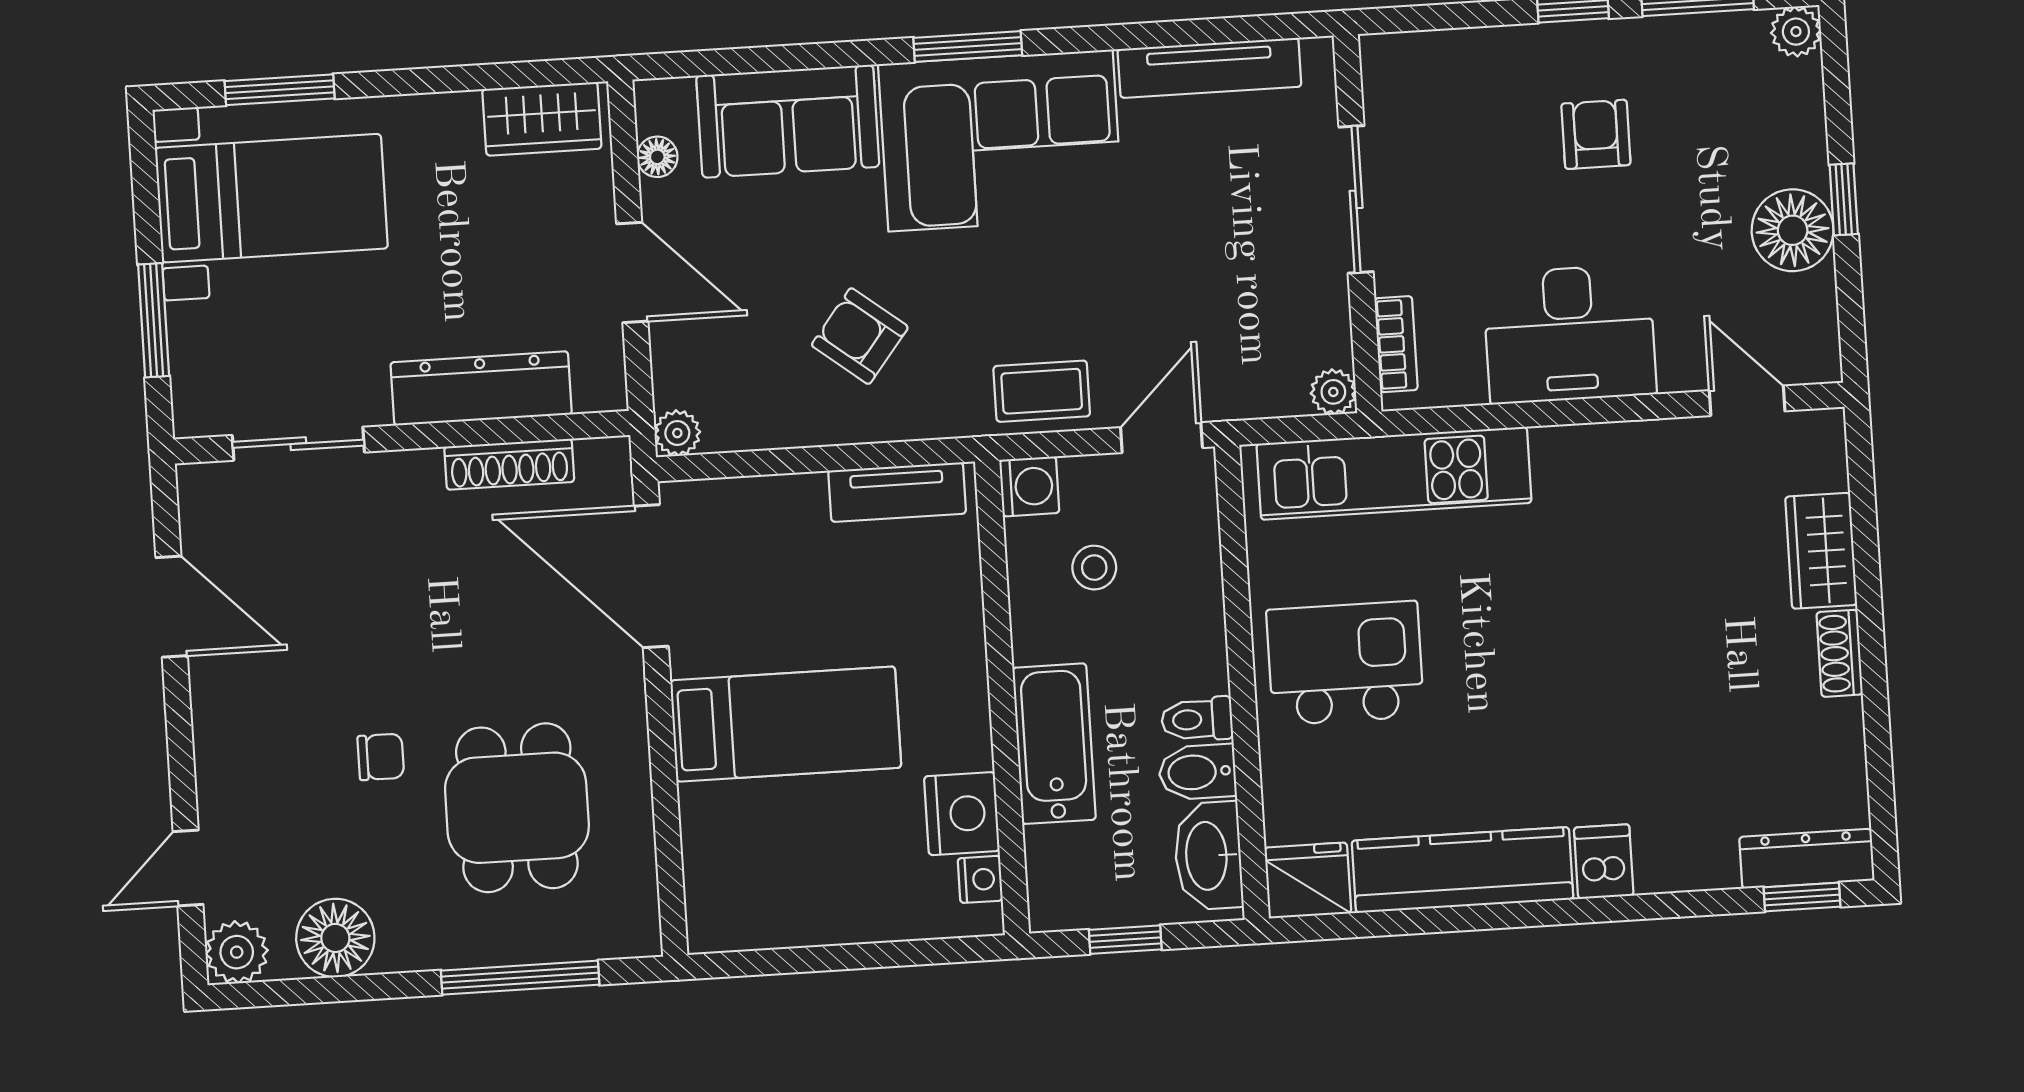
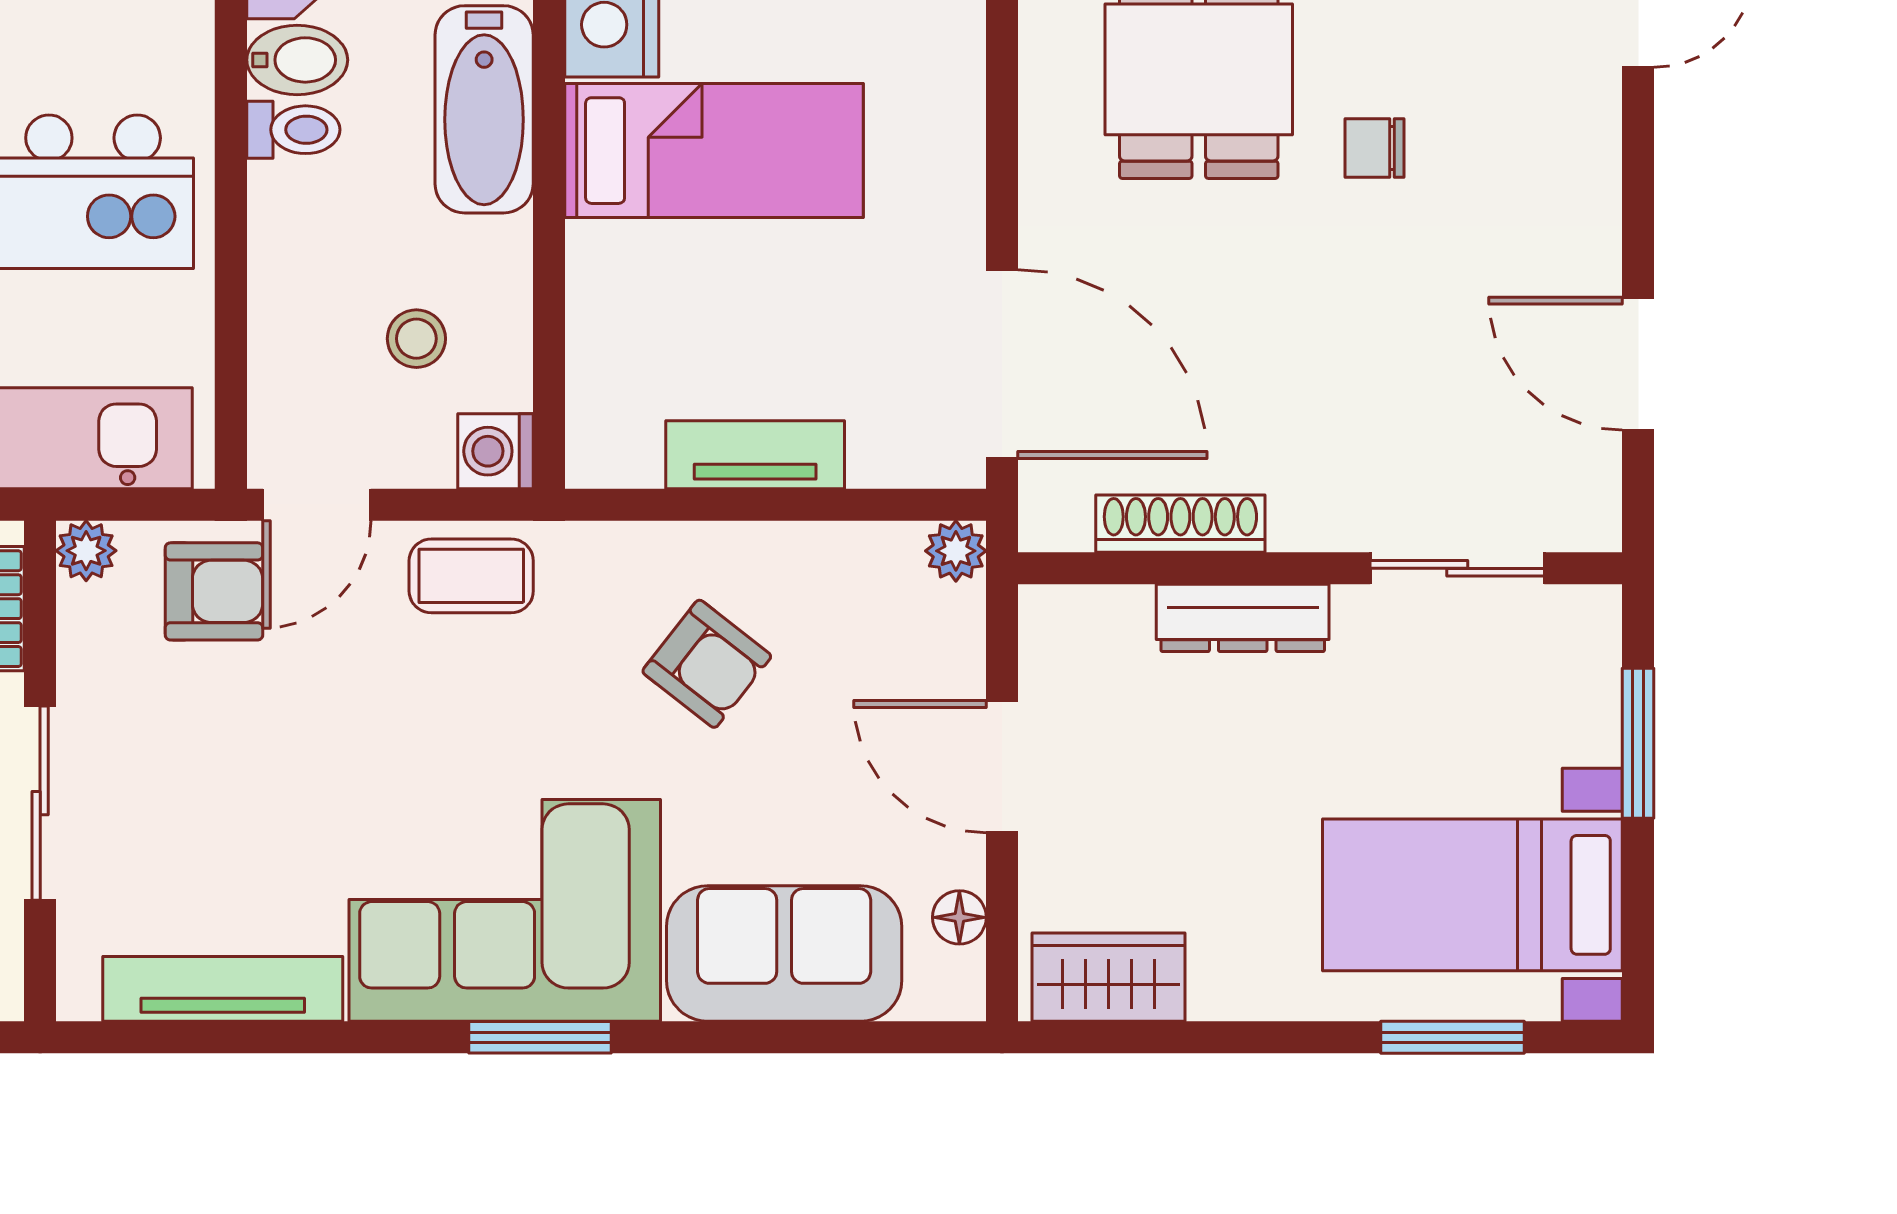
armchair: (1235, 367) -> (214, 591), added
dresser: (481, 388) -> (1243, 618), width x0.73, depth x0.80
tv unit: (897, 492) -> (755, 455), moved
bed: (786, 724) -> (714, 151), moved, turned 180

